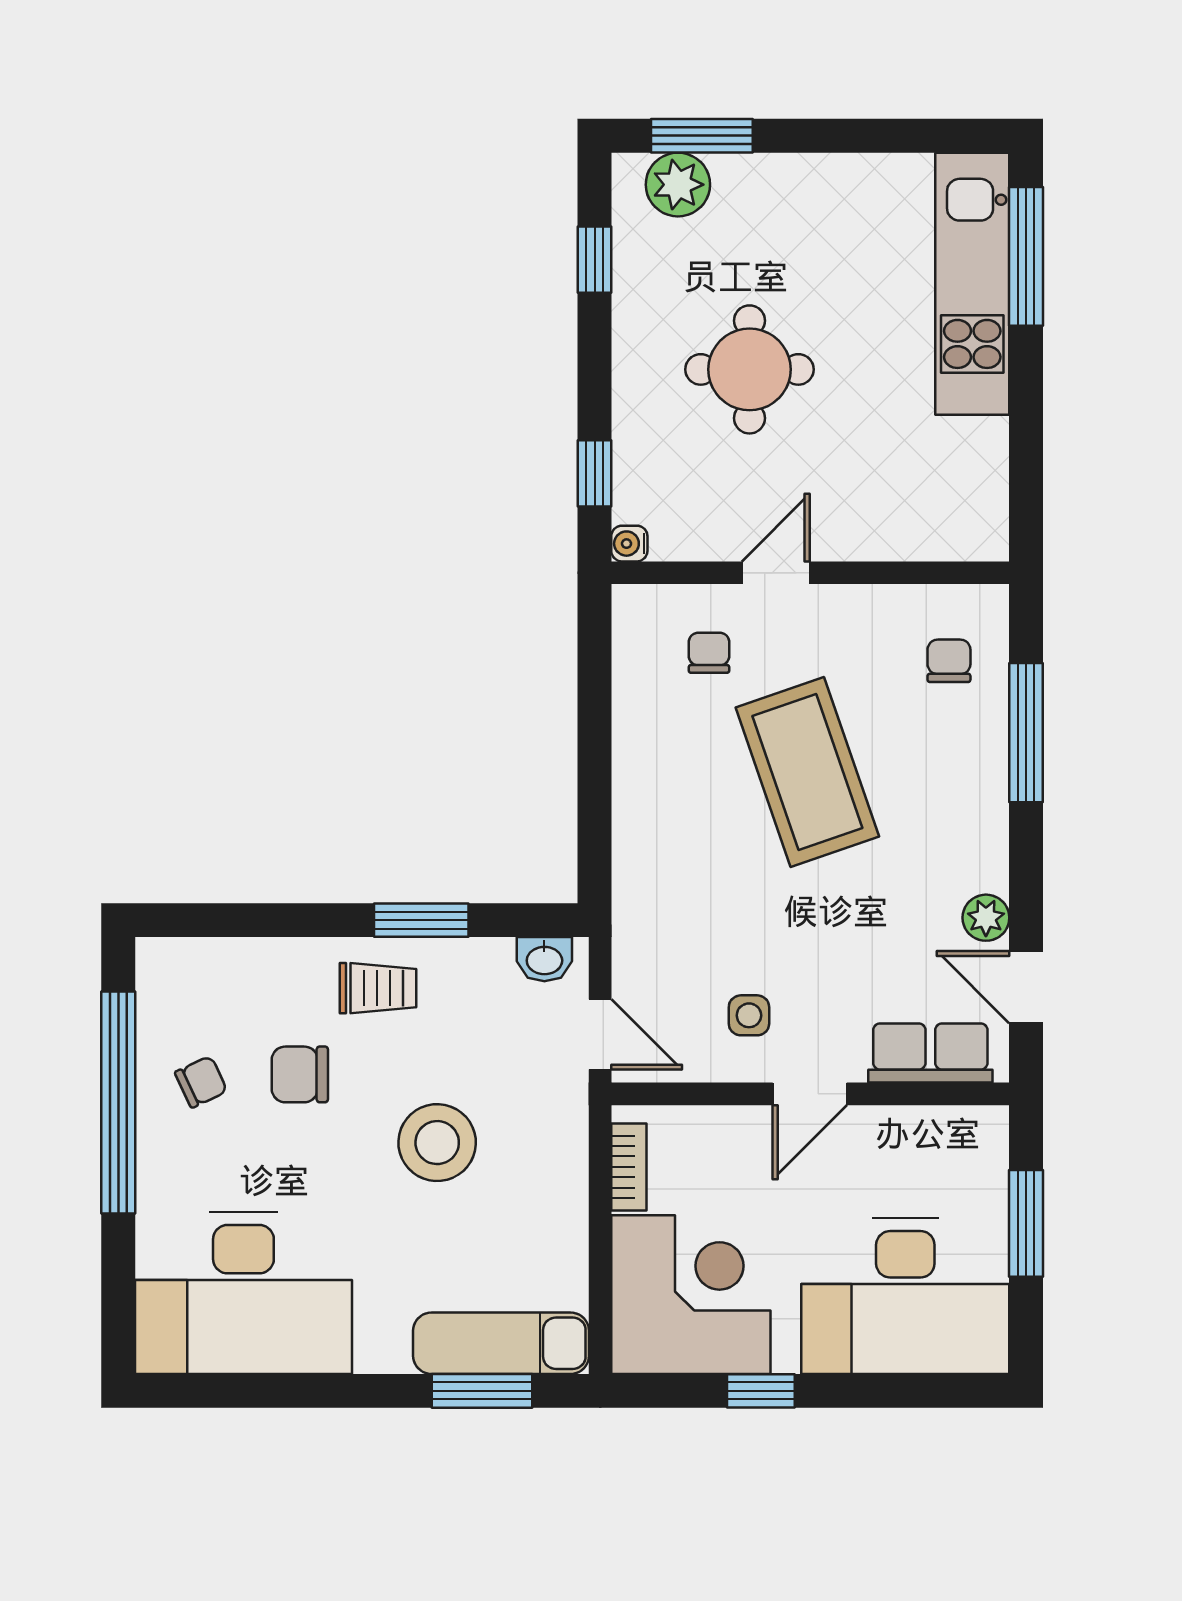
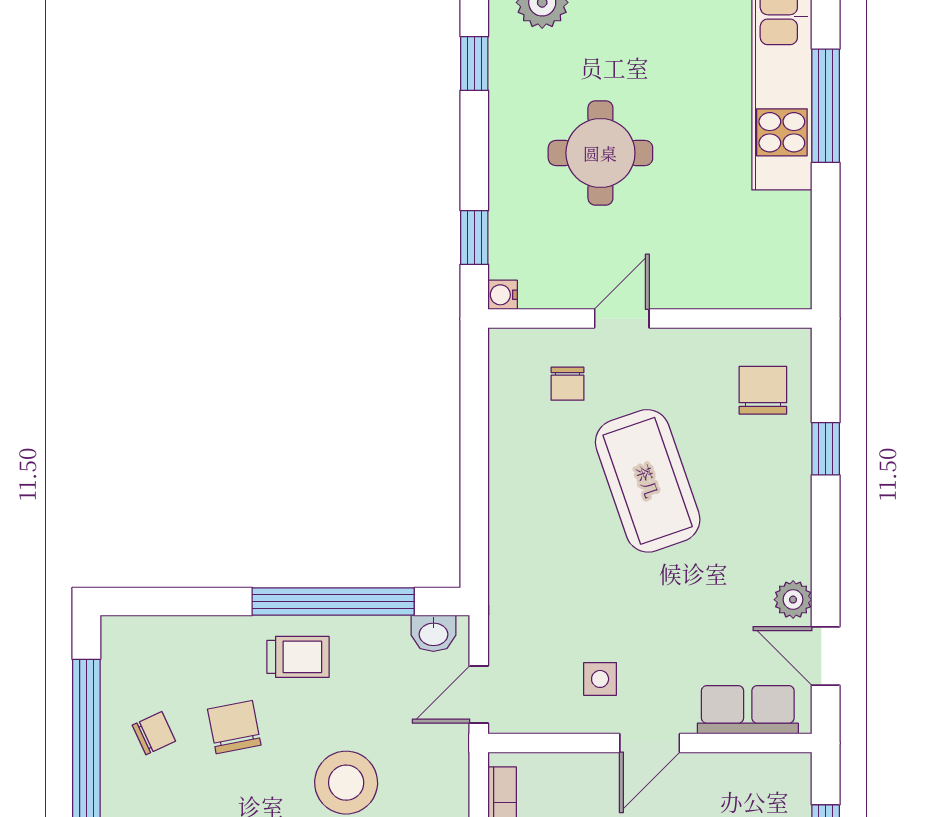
window: (1026, 256) -> (826, 106), moved
chair: (709, 653) -> (567, 384), turned 180
chair: (949, 661) -> (763, 390), width x1.37, depth x1.37
window: (1026, 733) -> (826, 449), width x0.46
window: (421, 920) -> (333, 601), width x2.11
door: (600, 1034) -> (479, 695), swing flipped
chair: (300, 1074) -> (234, 727), turned 79

